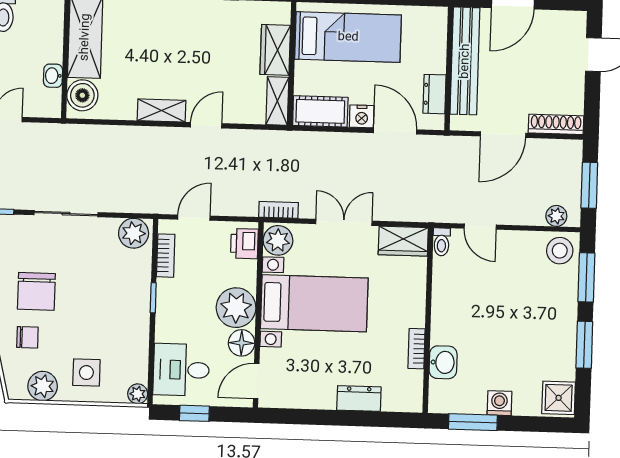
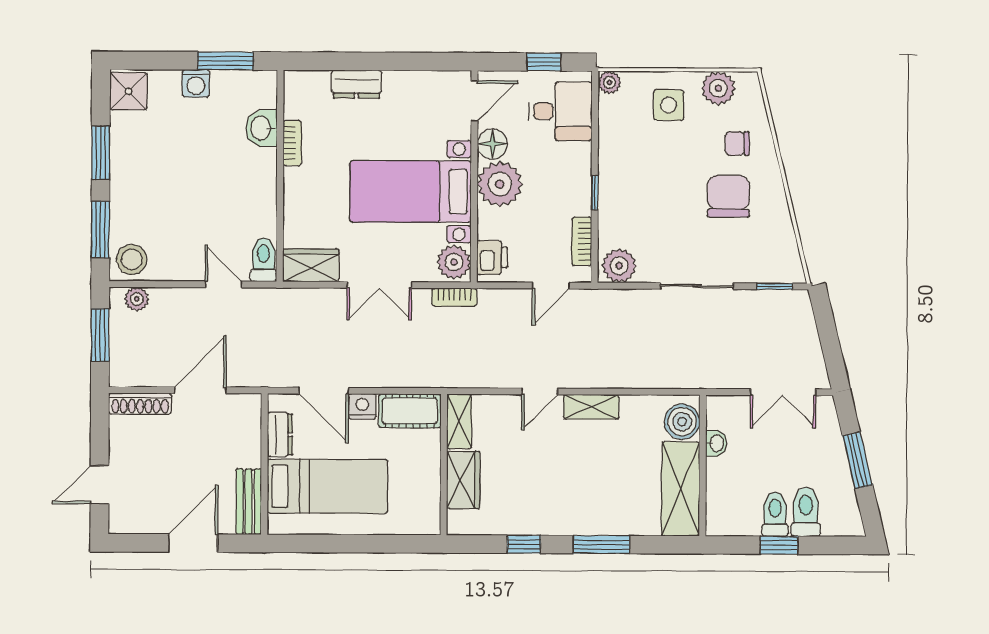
bed: (348, 37) -> (327, 486), moved, turned 180
bench: (465, 61) -> (249, 502), width x0.54, depth x0.82
toilet: (442, 242) -> (263, 260), width x1.37, depth x1.39

